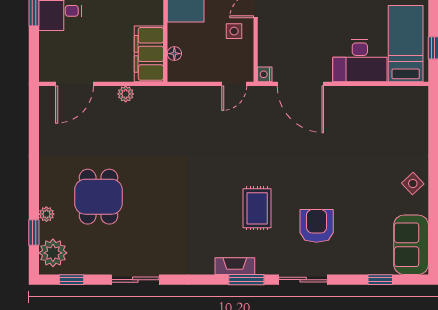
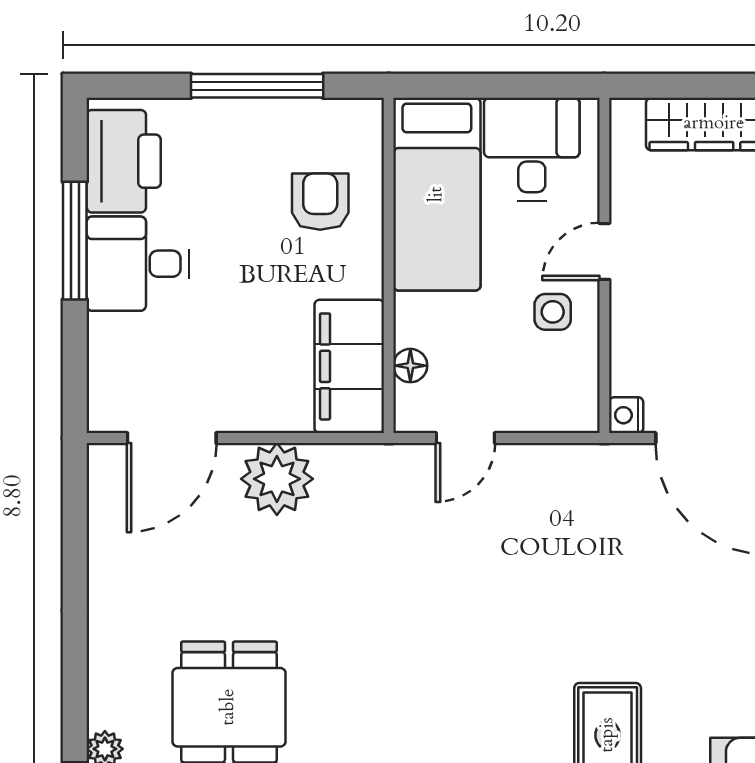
door: (234, 84) -> (465, 438), moved
plant: (126, 94) -> (277, 479), width x1.87, depth x1.87

